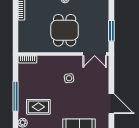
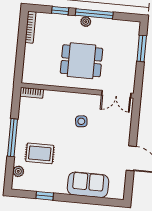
dining table: (65, 30) -> (81, 61), turned 90
window: (111, 31) -> (142, 48), moved

